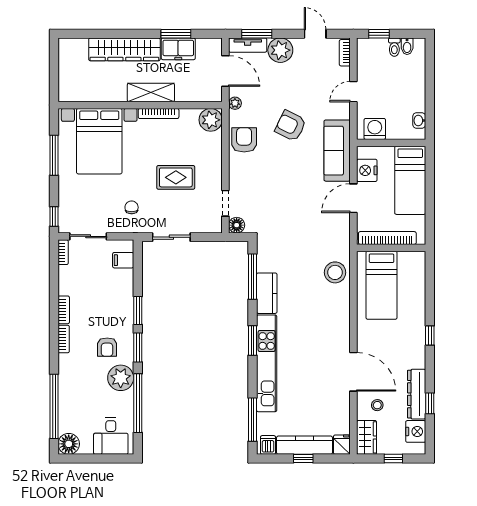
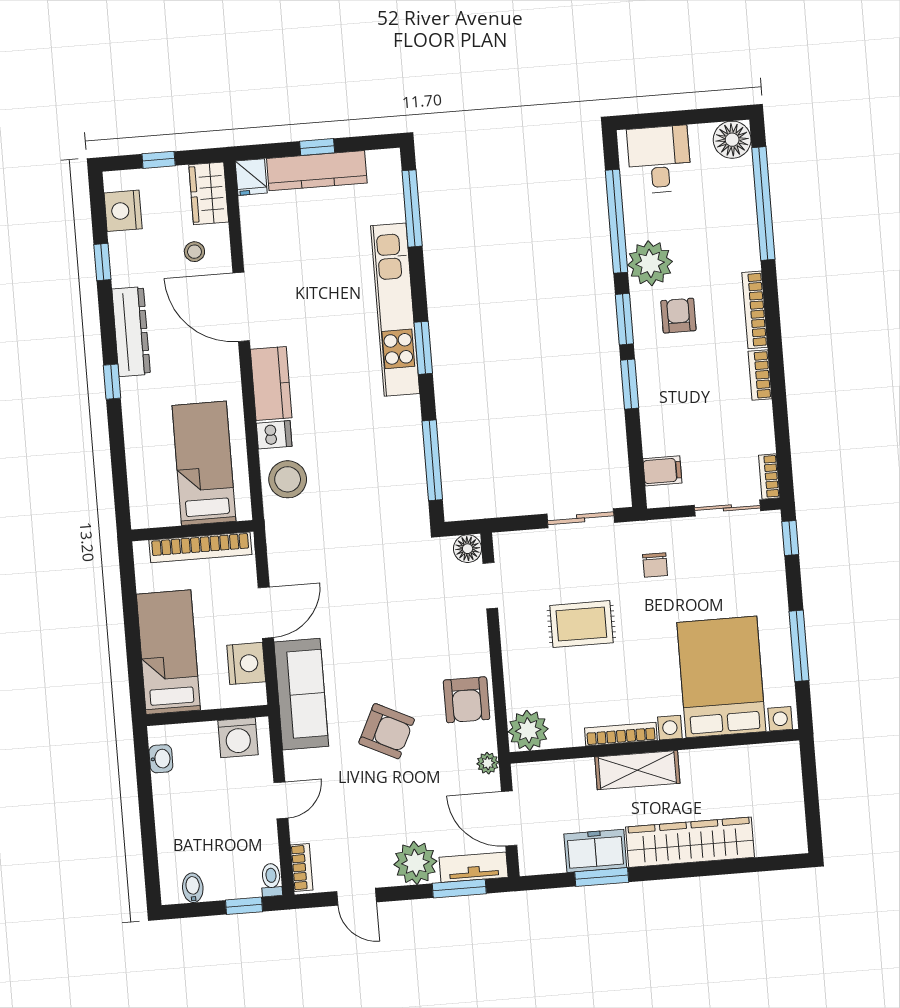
toilet: (394, 47) -> (271, 880), moved
kitchen counter: (267, 293) -> (271, 384), moved, turned 180
bookcase: (64, 339) -> (755, 310), width x1.56
dresser: (417, 394) -> (131, 332), moved
dishwasher: (268, 445) -> (274, 435), moved, turned -90

